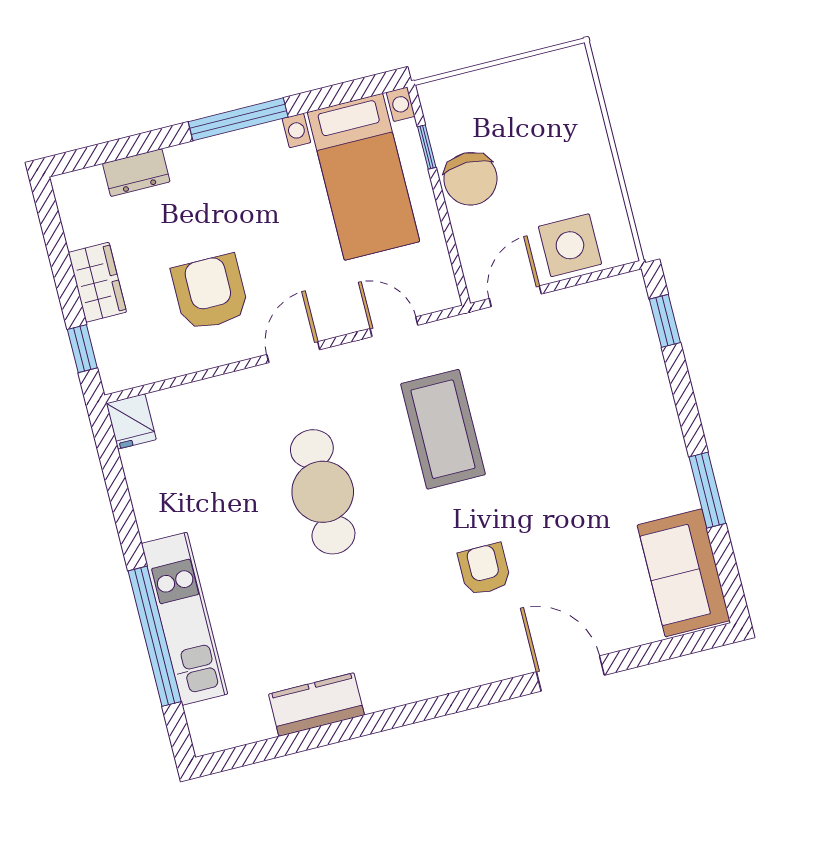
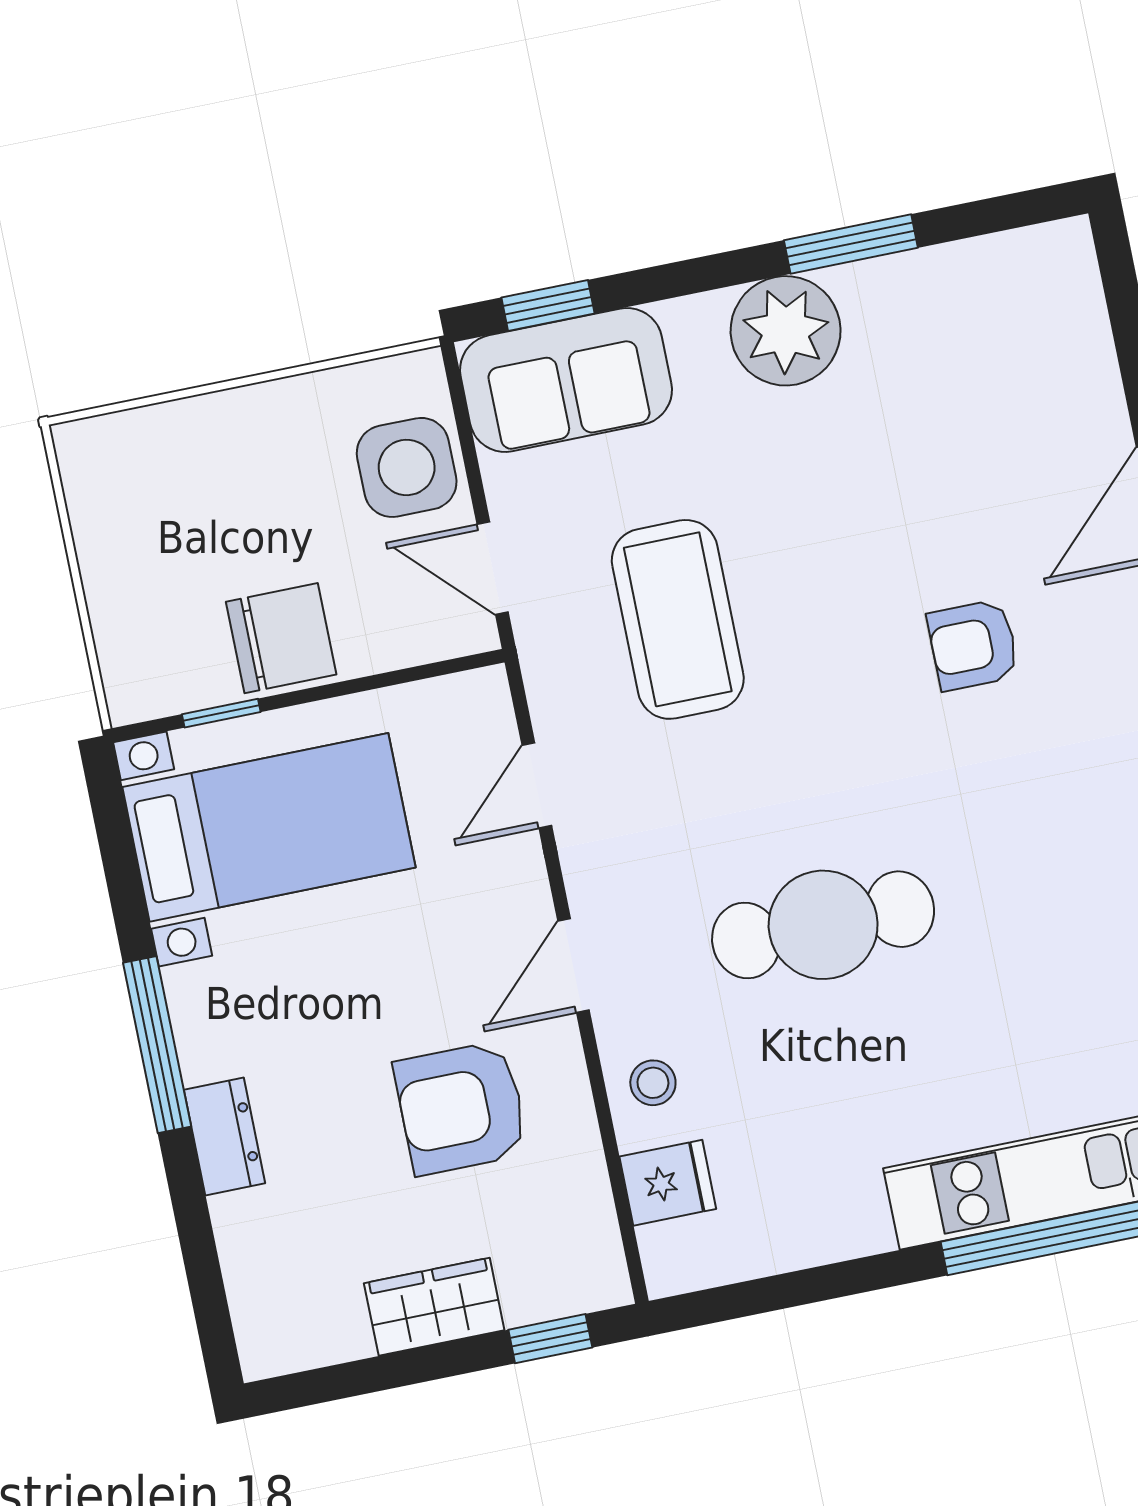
dresser: (136, 173) -> (224, 1136), moved
door: (293, 352) -> (573, 966), hinge flipped
stool: (229, 400) -> (653, 1083), added
fridge: (131, 421) -> (668, 1183), moved
coffee table: (443, 429) -> (678, 619), moved, turned 90
plant: (657, 455) -> (786, 331), added
sofa: (684, 573) -> (566, 380), moved

